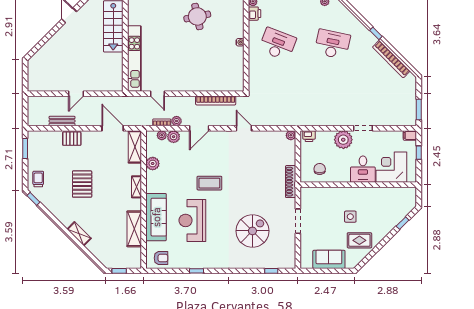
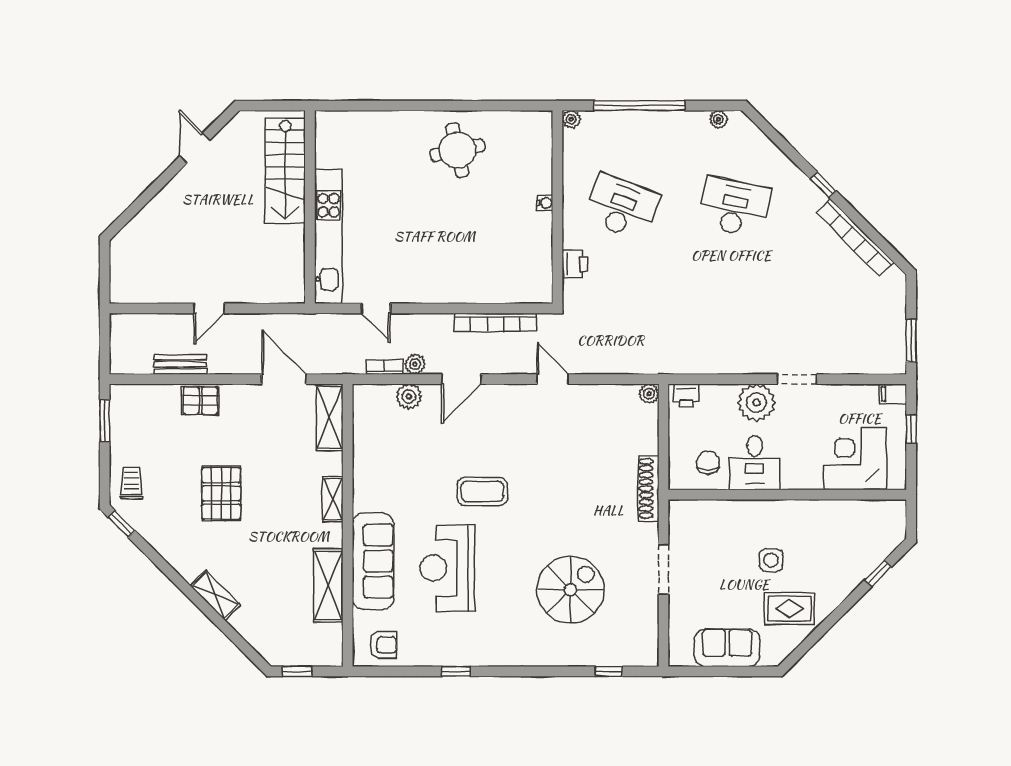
printer: (255, 14) -> (575, 264), moved
plant: (162, 135) -> (384, 394), removed
plant: (153, 164) -> (366, 451), removed
desk: (363, 169) -> (755, 463), moved

